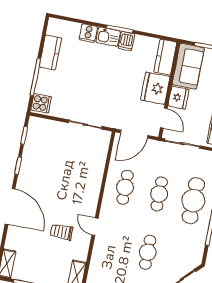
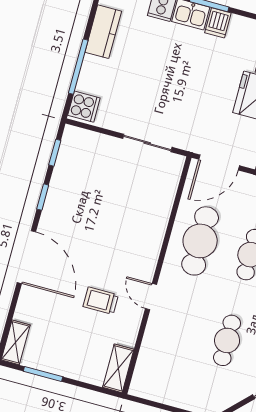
cafe table: (125, 187) -> (200, 241), width x1.37, depth x1.35

